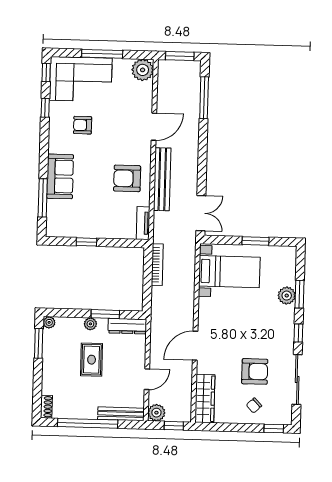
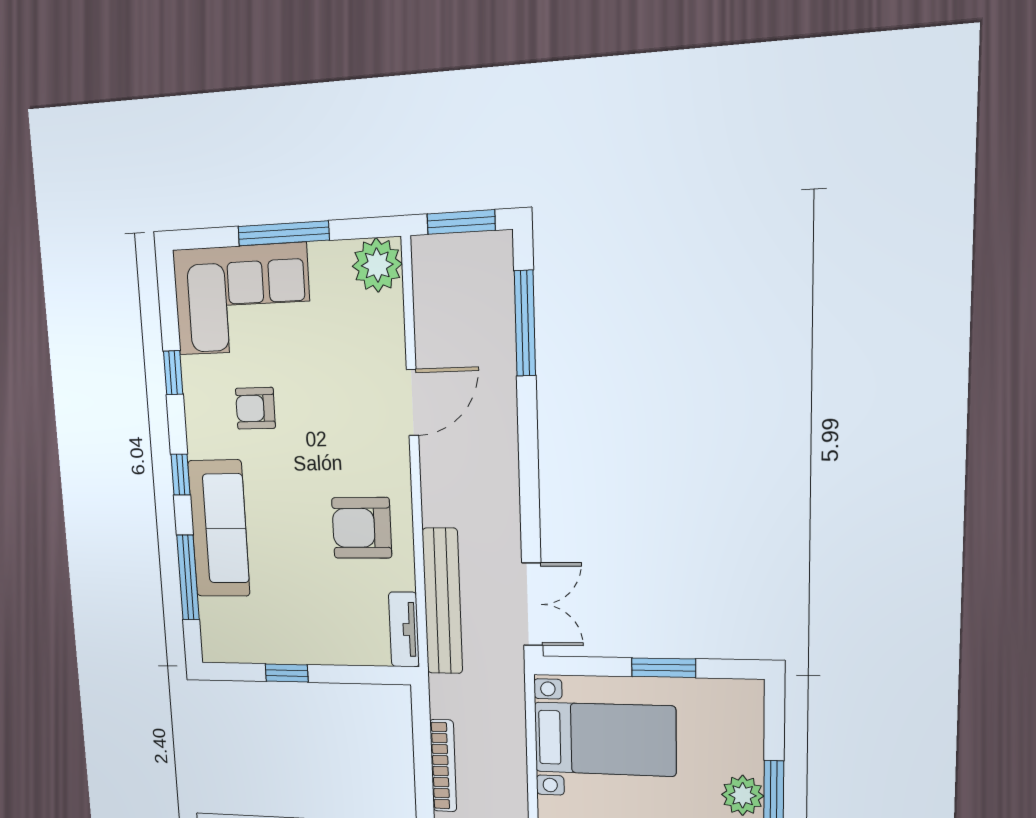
window: (46, 72) -> (181, 475), moved
sofa: (60, 176) -> (219, 529), width x1.36
bench: (162, 179) -> (442, 601), moved
bookcase: (157, 265) -> (443, 766), moved

